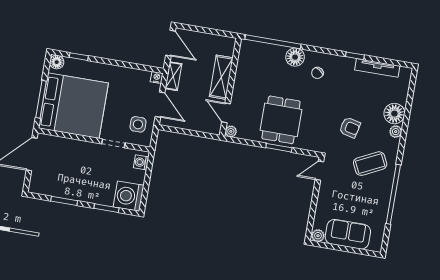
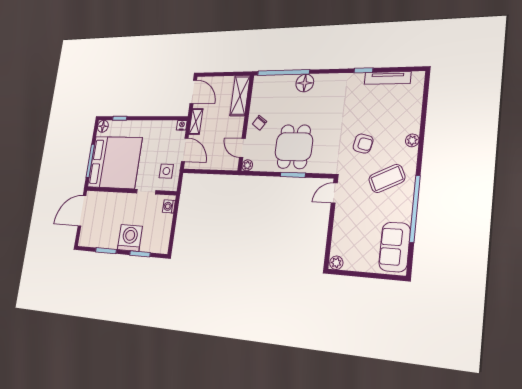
chair: (317, 73) -> (259, 123), moved
shelving: (221, 77) -> (240, 96), moved
floor lamp: (394, 114) -> (409, 122), removed
washing machine: (129, 196) -> (130, 238), moved, turned 90
sofa: (348, 234) -> (395, 247), moved, turned -90

